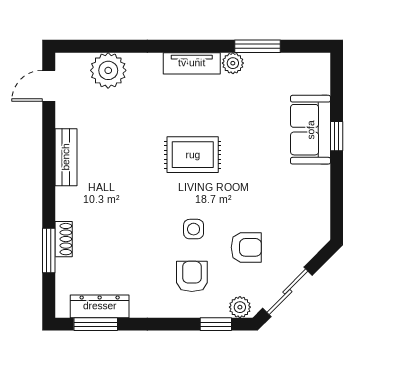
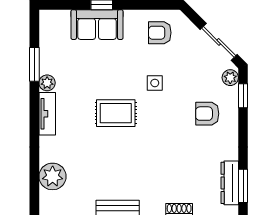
rug: (193, 155) -> (116, 113), turned 90
side table: (194, 229) -> (155, 83), moved
armchair: (246, 247) -> (160, 33), moved, turned -90

